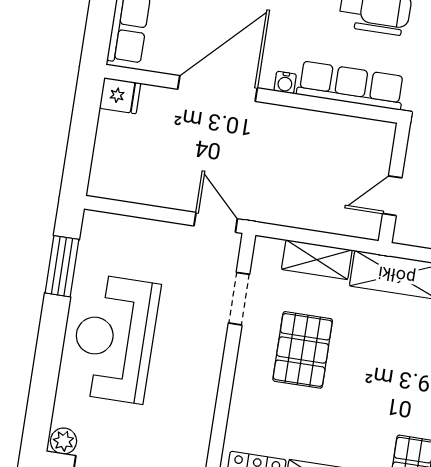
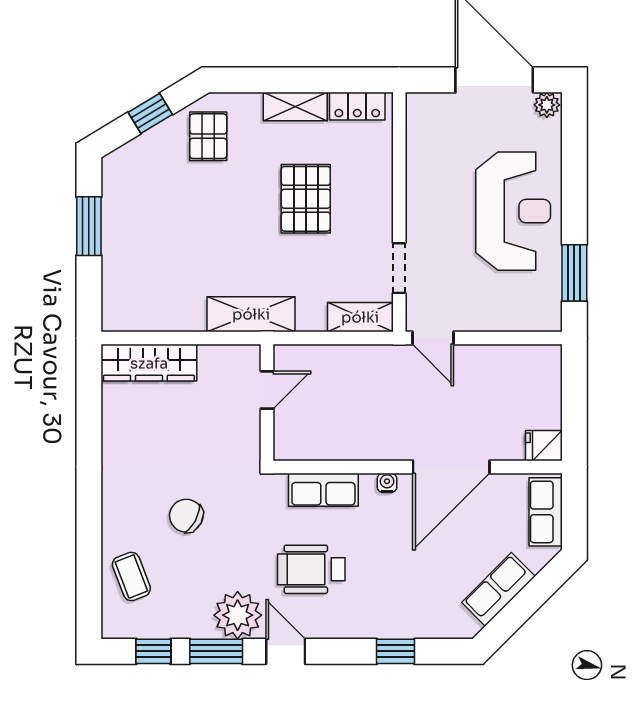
row of seats: (351, 85) -> (323, 490), width x0.68
shelving: (317, 260) -> (360, 317), moved
pallet: (303, 350) -> (306, 199), moved

